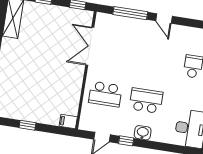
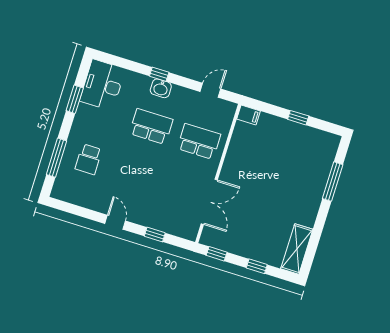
window: (130, 13) -> (155, 235), width x0.46
school desk: (146, 101) -> (151, 127), turned 180
window: (126, 141) -> (159, 74), moved

